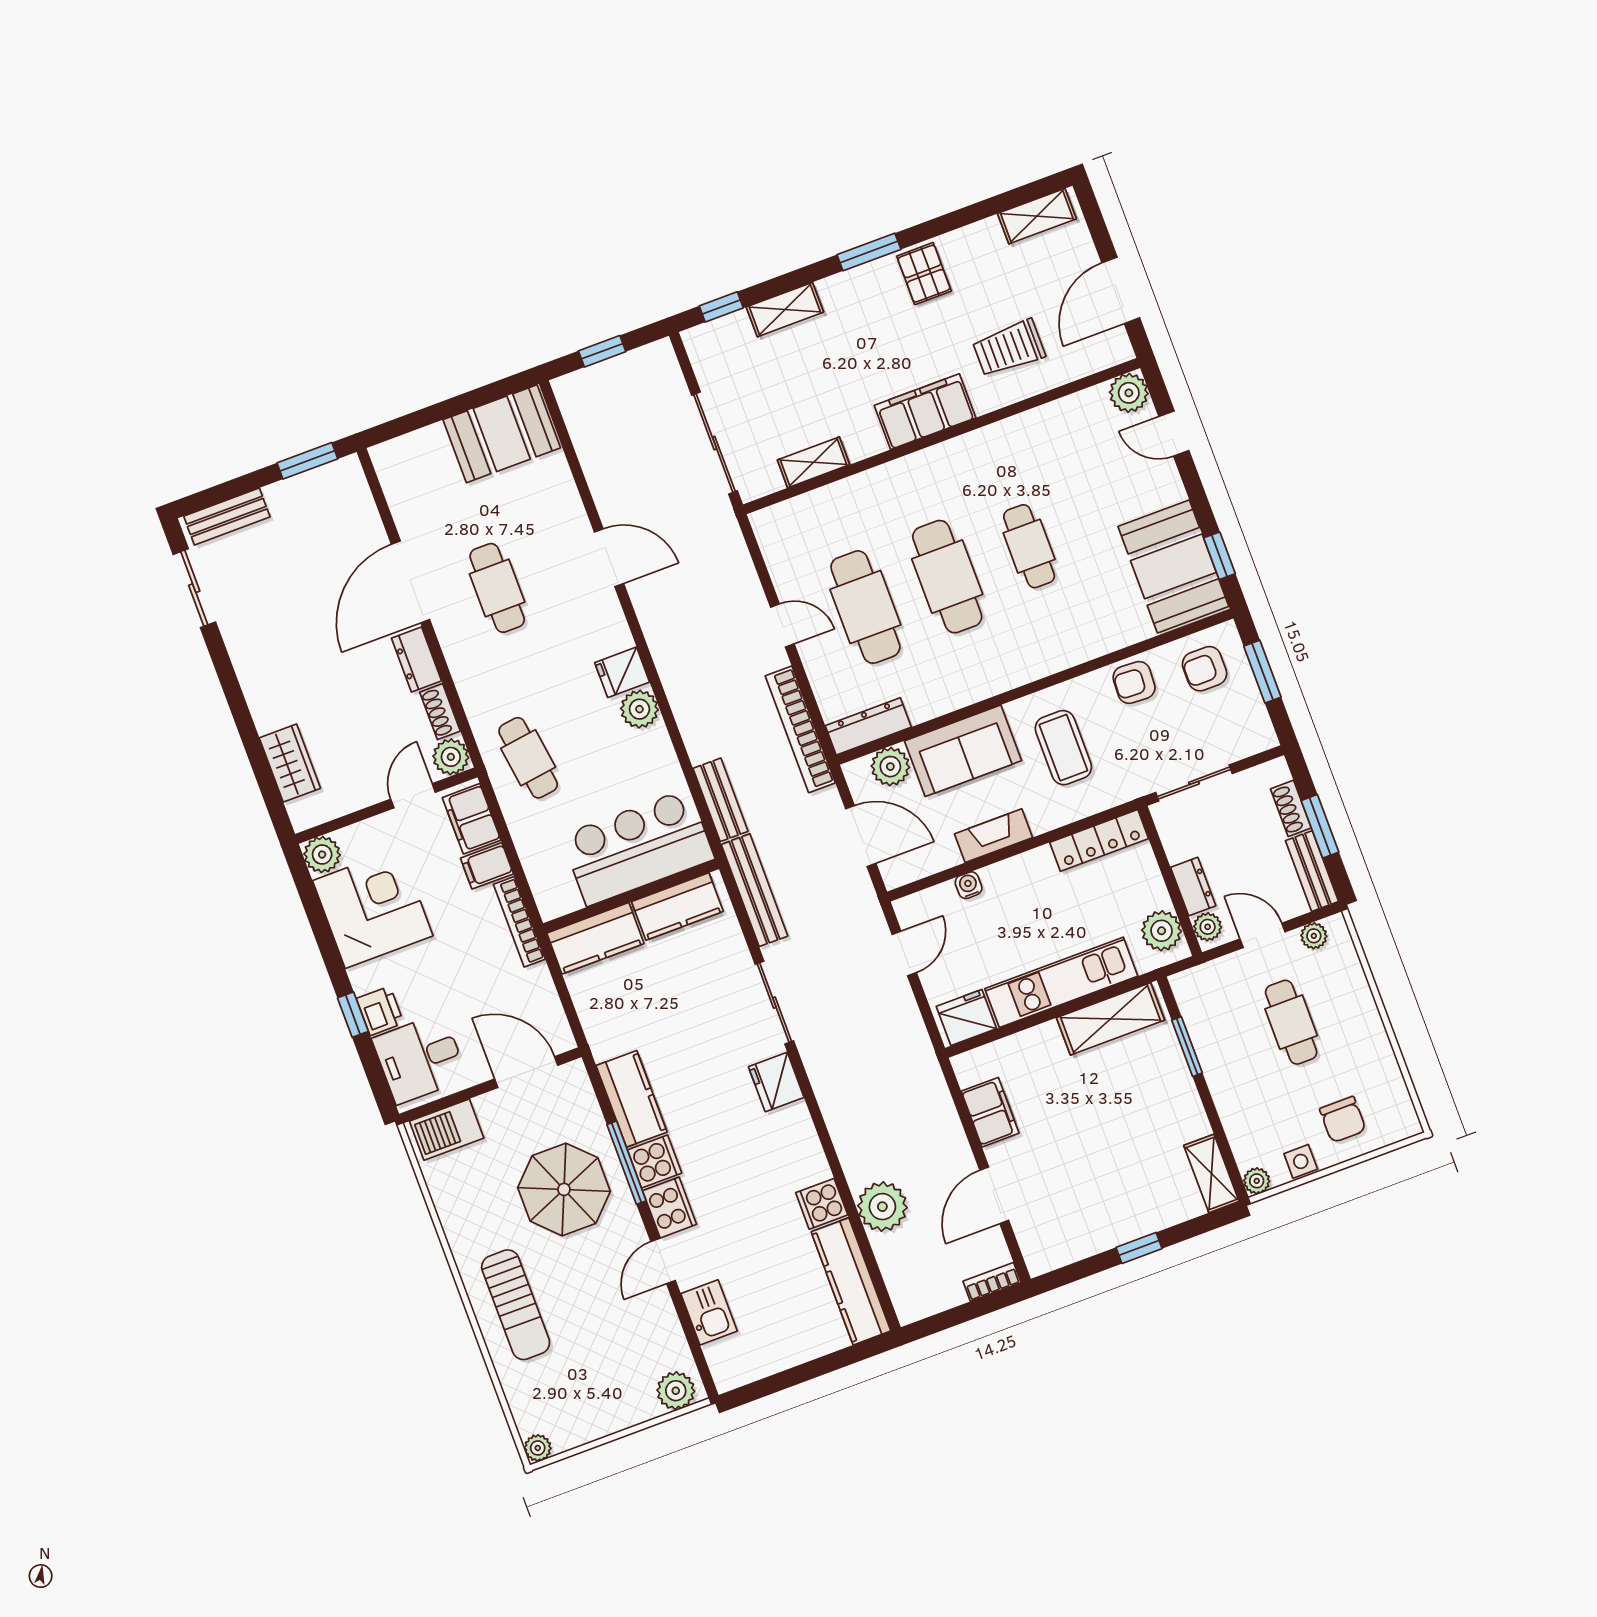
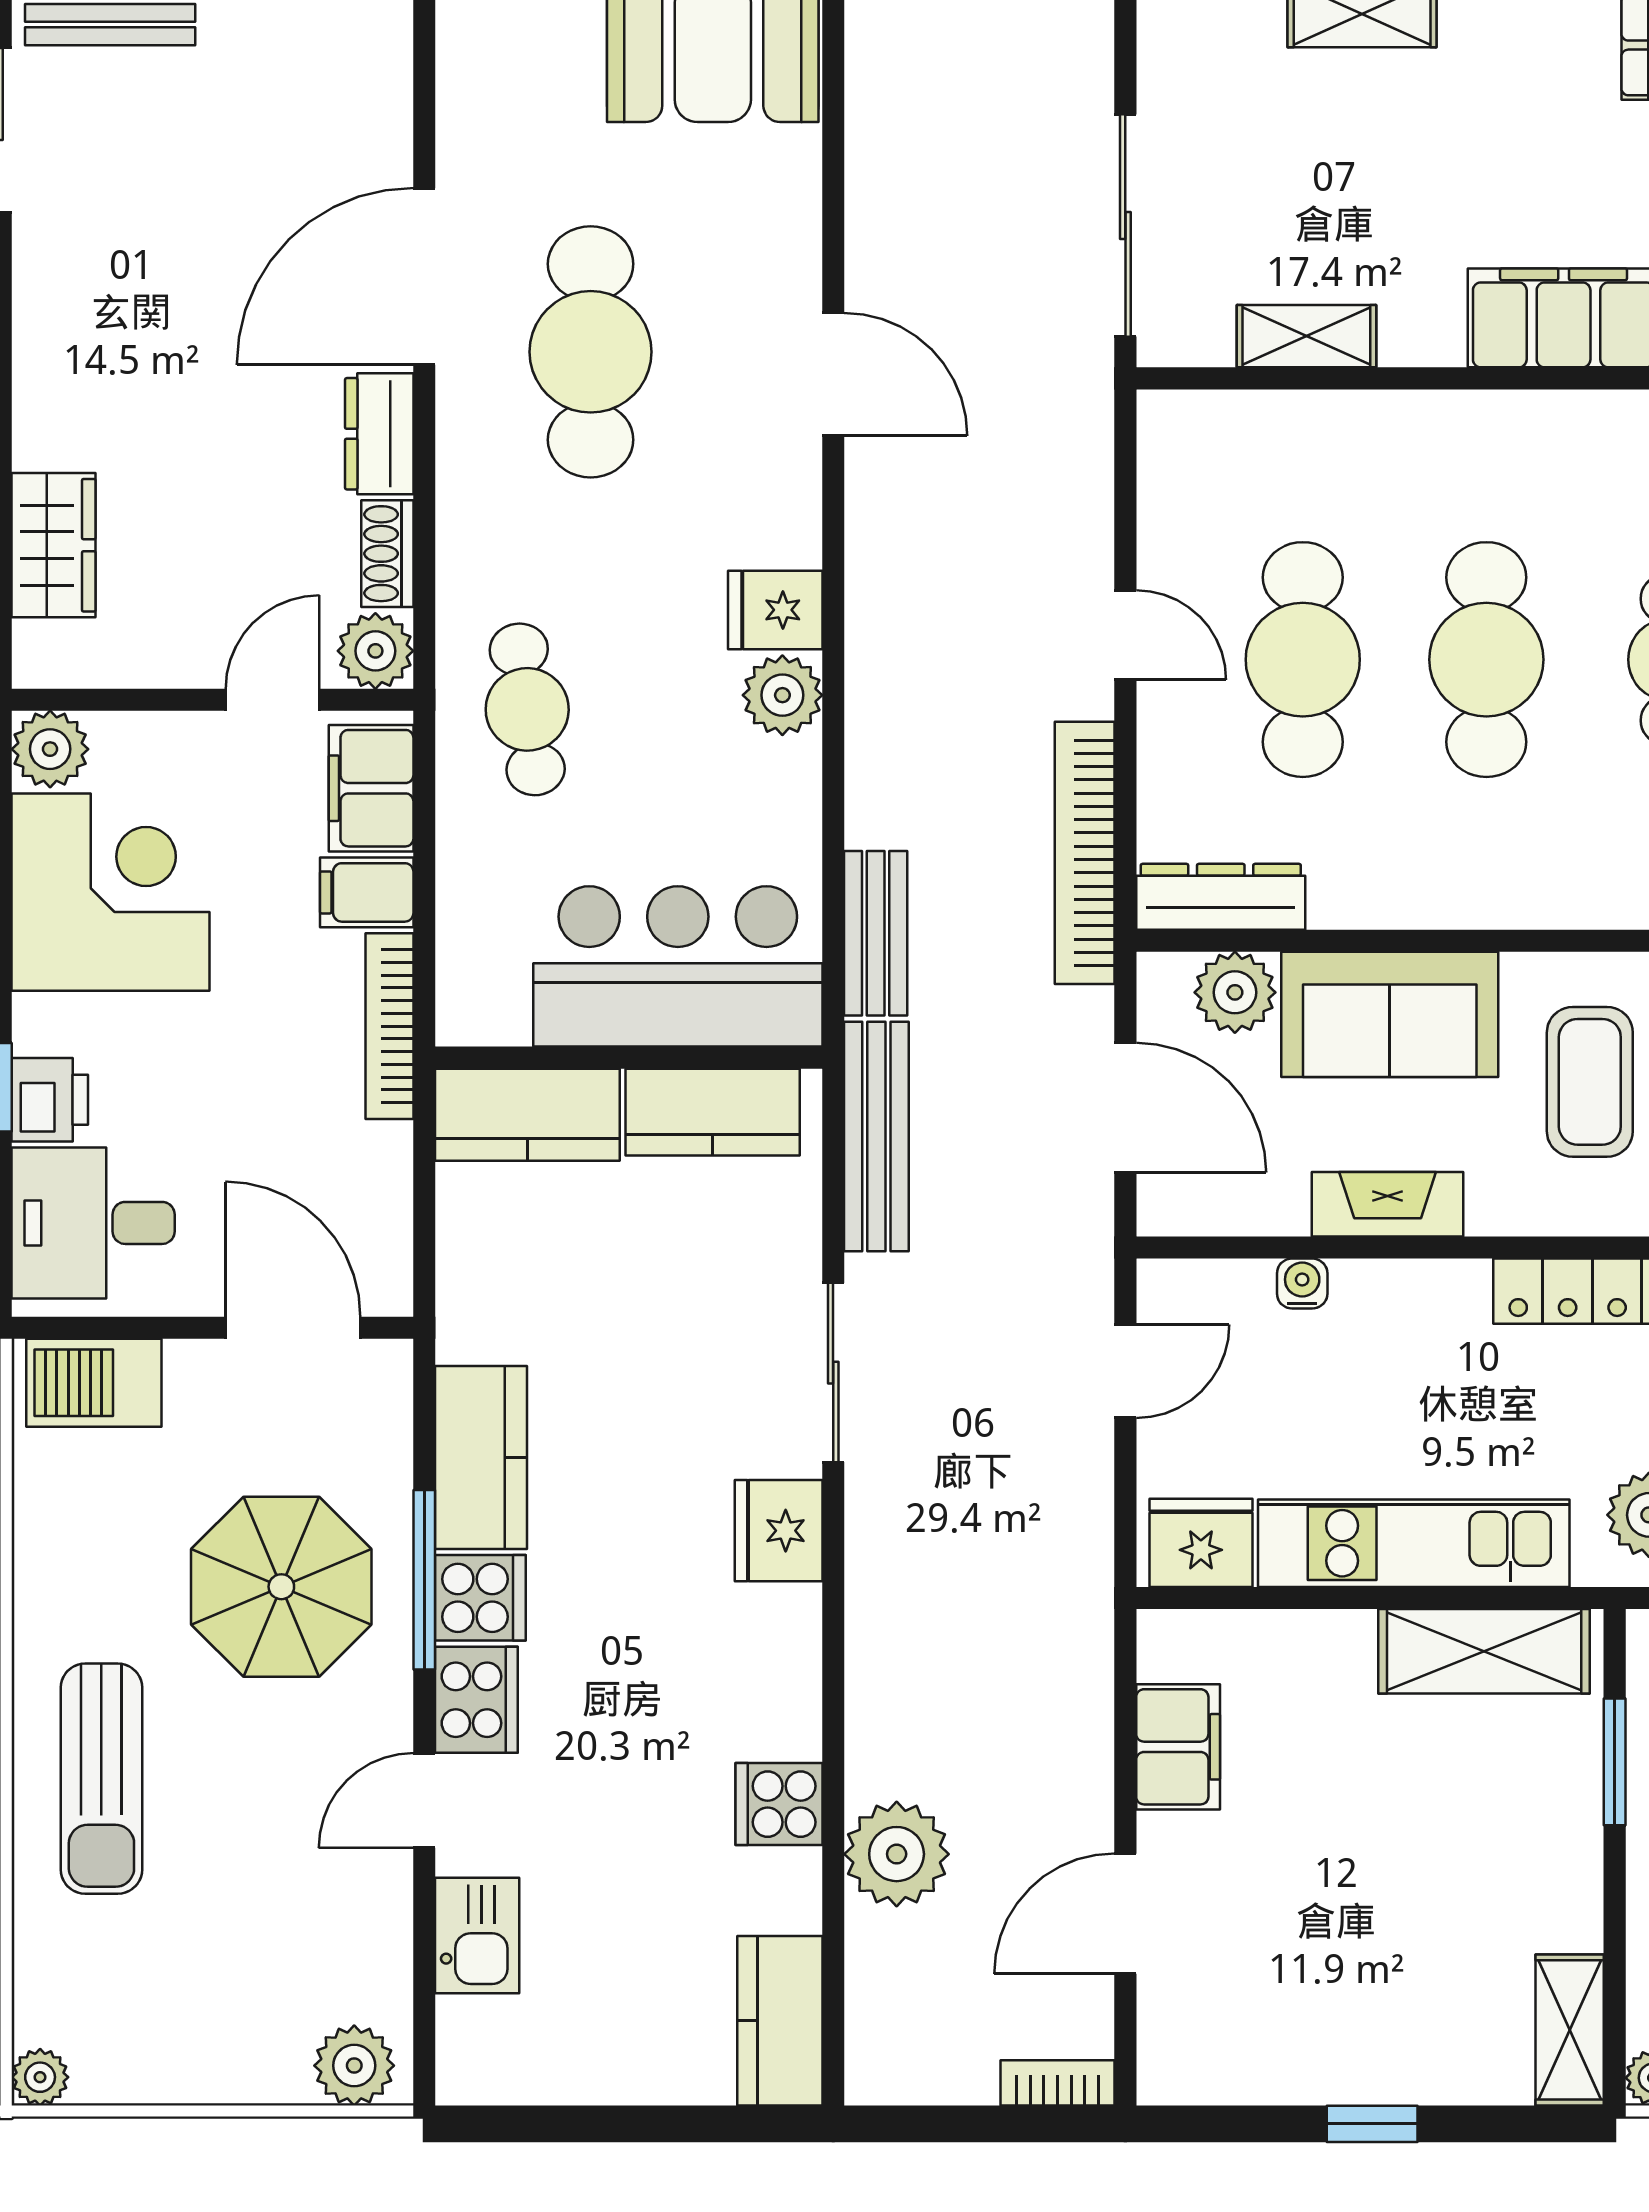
cafe table: (497, 588) -> (591, 352), width x1.37, depth x1.35
kitchen counter: (851, 1281) -> (780, 2021), width x0.67

